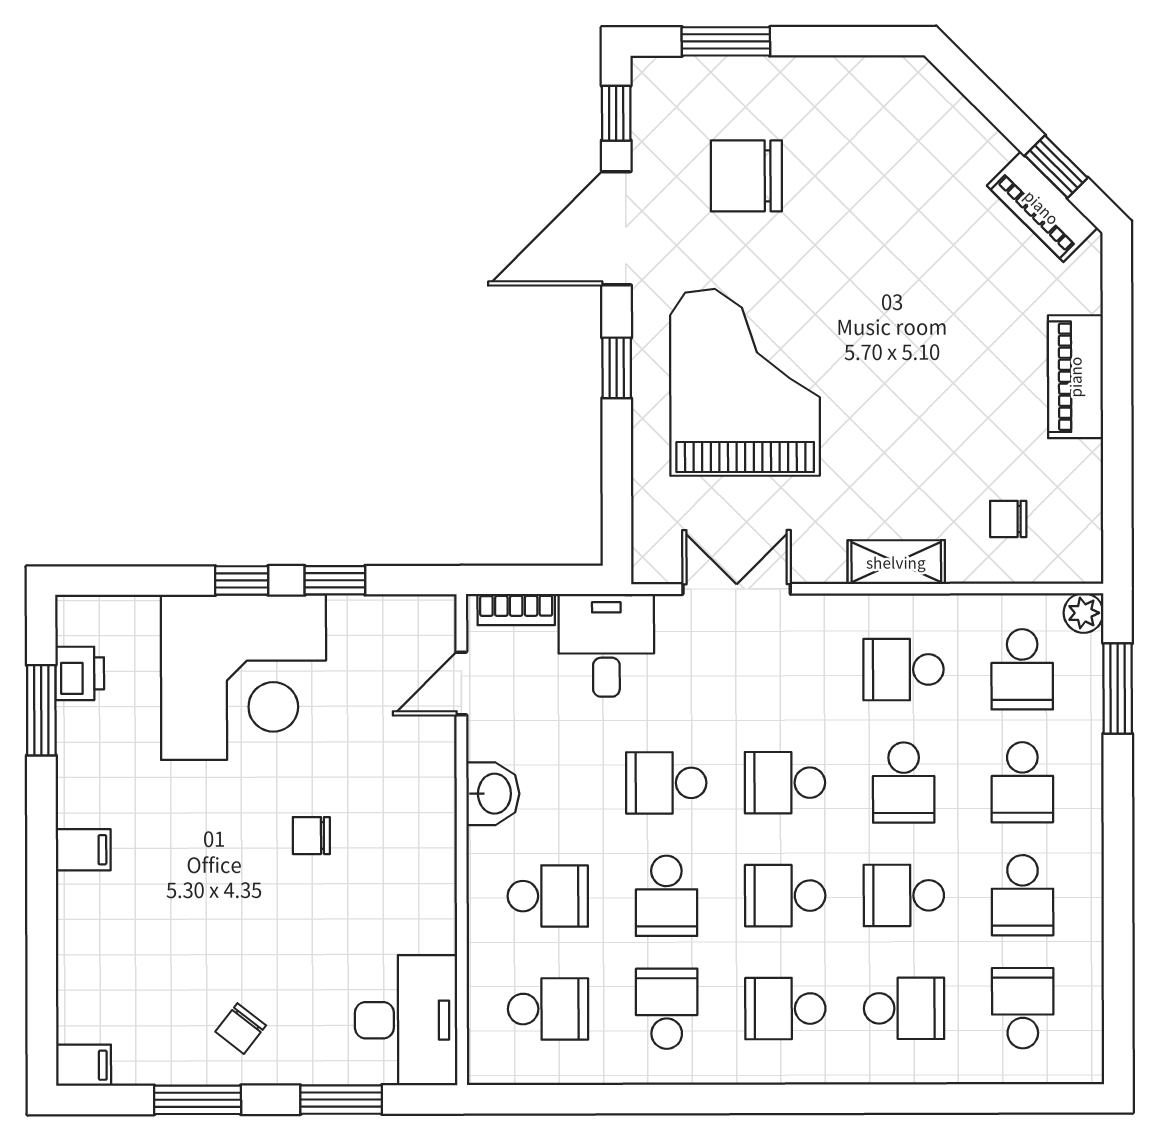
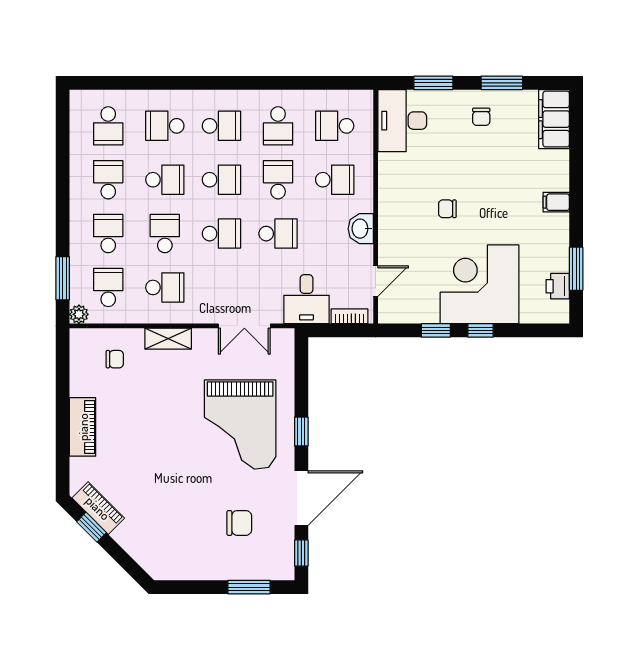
chair: (746, 176) -> (239, 523), width x0.73, depth x0.73
chair: (311, 836) -> (447, 209), turned 180
school desk: (548, 896) -> (335, 180), turned 180
chair: (241, 1029) -> (481, 117), turned 142
filing cabinet: (84, 1065) -> (554, 119), width x3.00, depth x1.17

